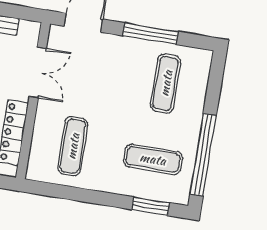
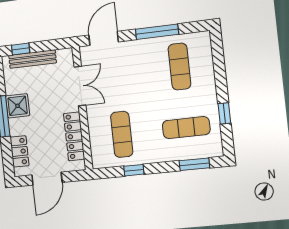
window: (203, 155) -> (224, 113), width x0.32
window: (75, 194) -> (134, 170), added

